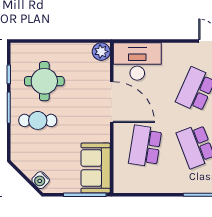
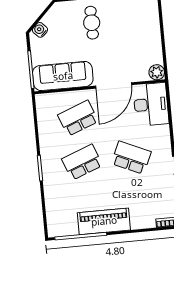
round table: (44, 81) -> (126, 25), removed
school desk: (145, 146) -> (78, 118), turned -30
sofa: (96, 168) -> (63, 76), width x1.36

